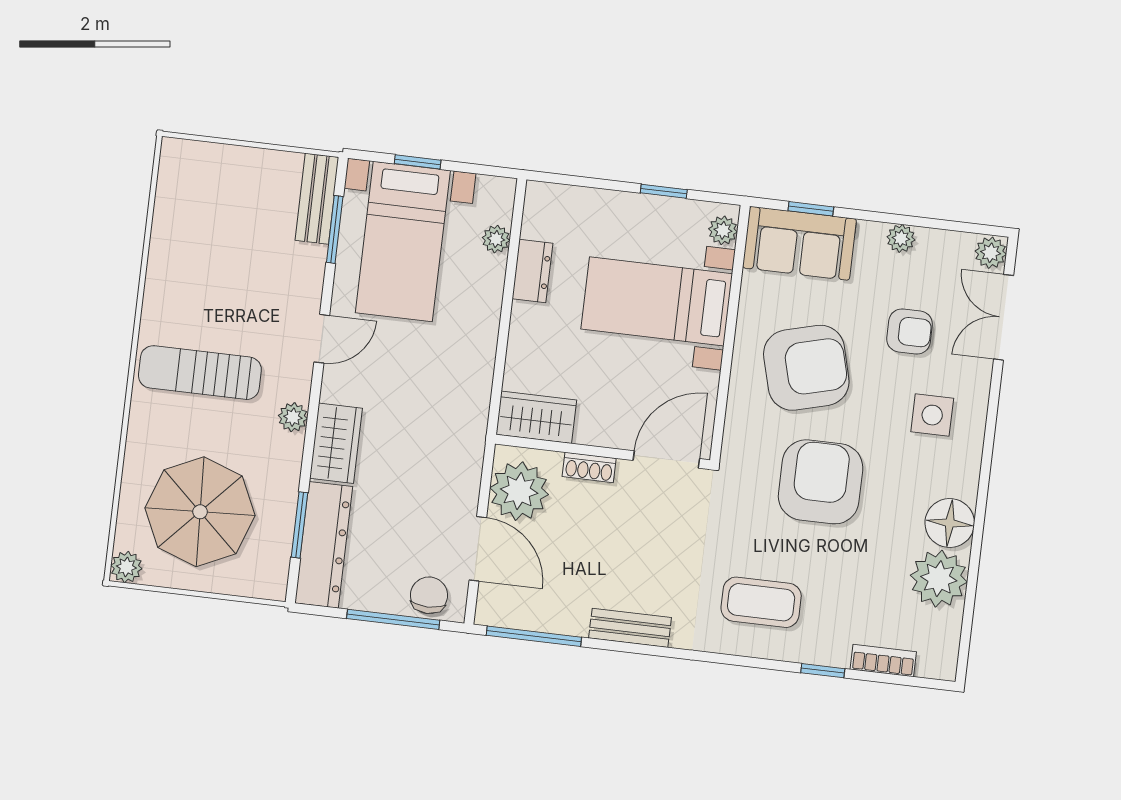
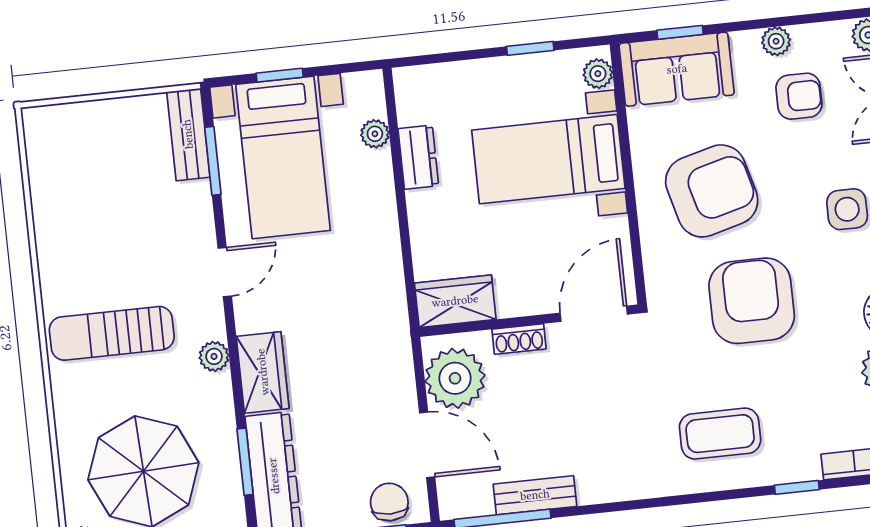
armchair: (910, 331) -> (799, 96), moved
bench: (630, 628) -> (535, 495), moved

